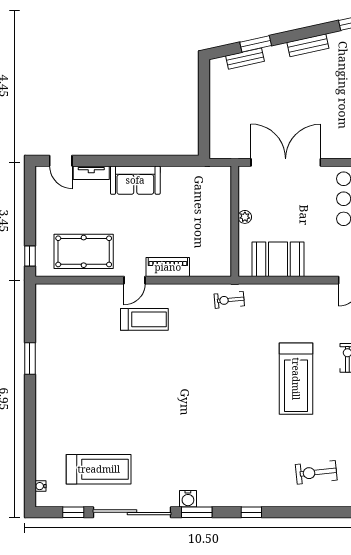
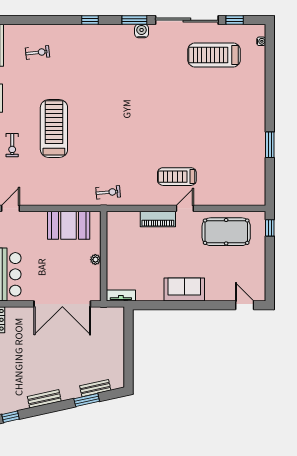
tv unit: (91, 173) -> (121, 296), moved
exercise bike: (316, 472) -> (38, 52), width x0.73, depth x0.72

